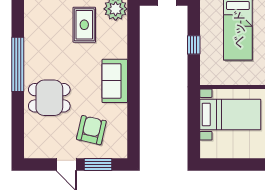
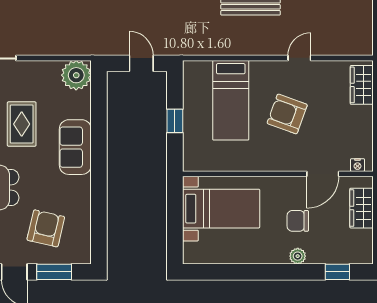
rug: (84, 25) -> (22, 124), moved
sofa: (115, 81) -> (75, 147), moved

